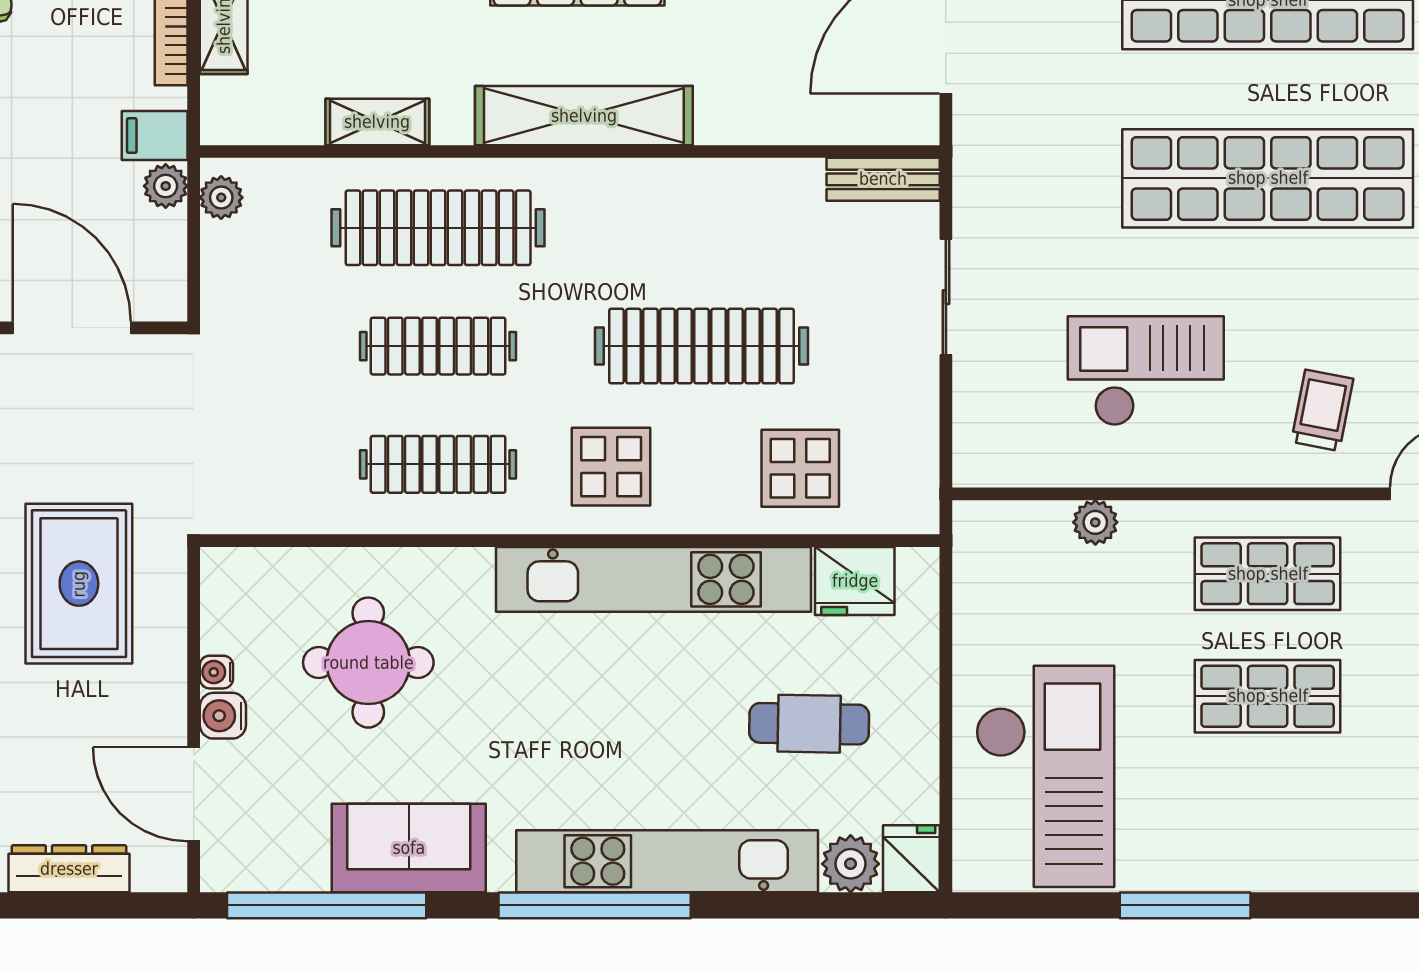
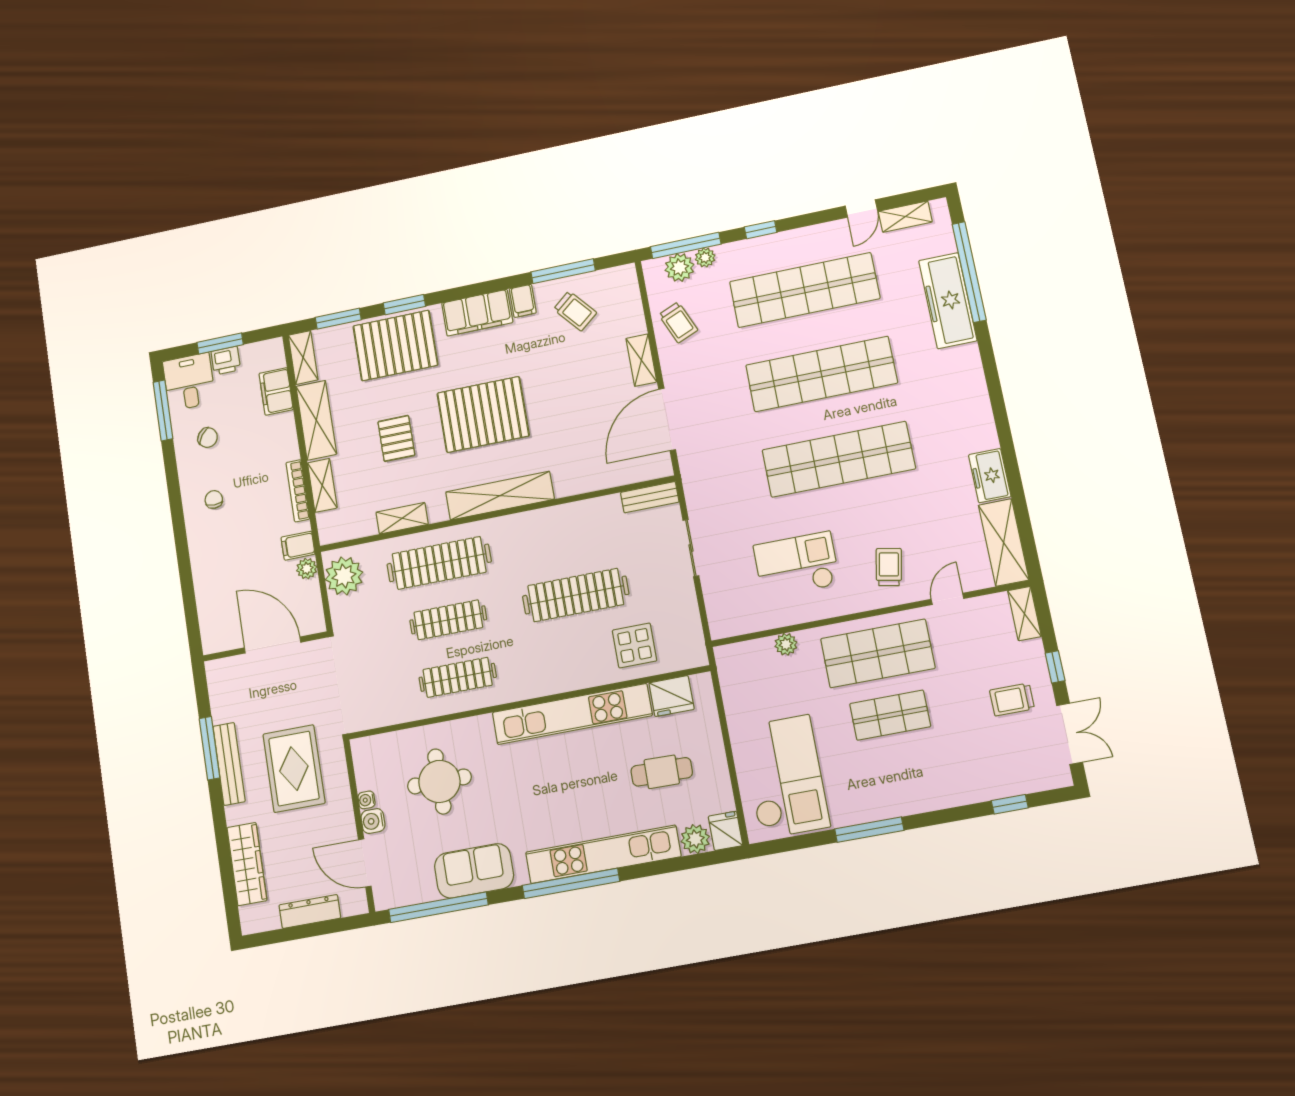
plant: (221, 197) -> (344, 576), width x1.87, depth x1.87
display table: (611, 467) -> (542, 662), removed
shop shelf: (1268, 574) -> (878, 653), width x1.43, depth x1.36

